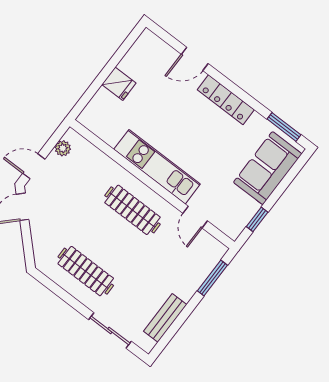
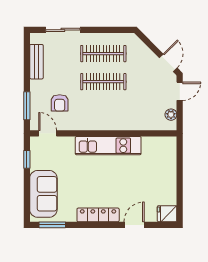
fridge: (119, 84) -> (167, 214), moved
clothes rail: (132, 210) -> (103, 82), moved
door: (195, 217) -> (48, 133), moved
armchair: (174, 254) -> (60, 103), added

